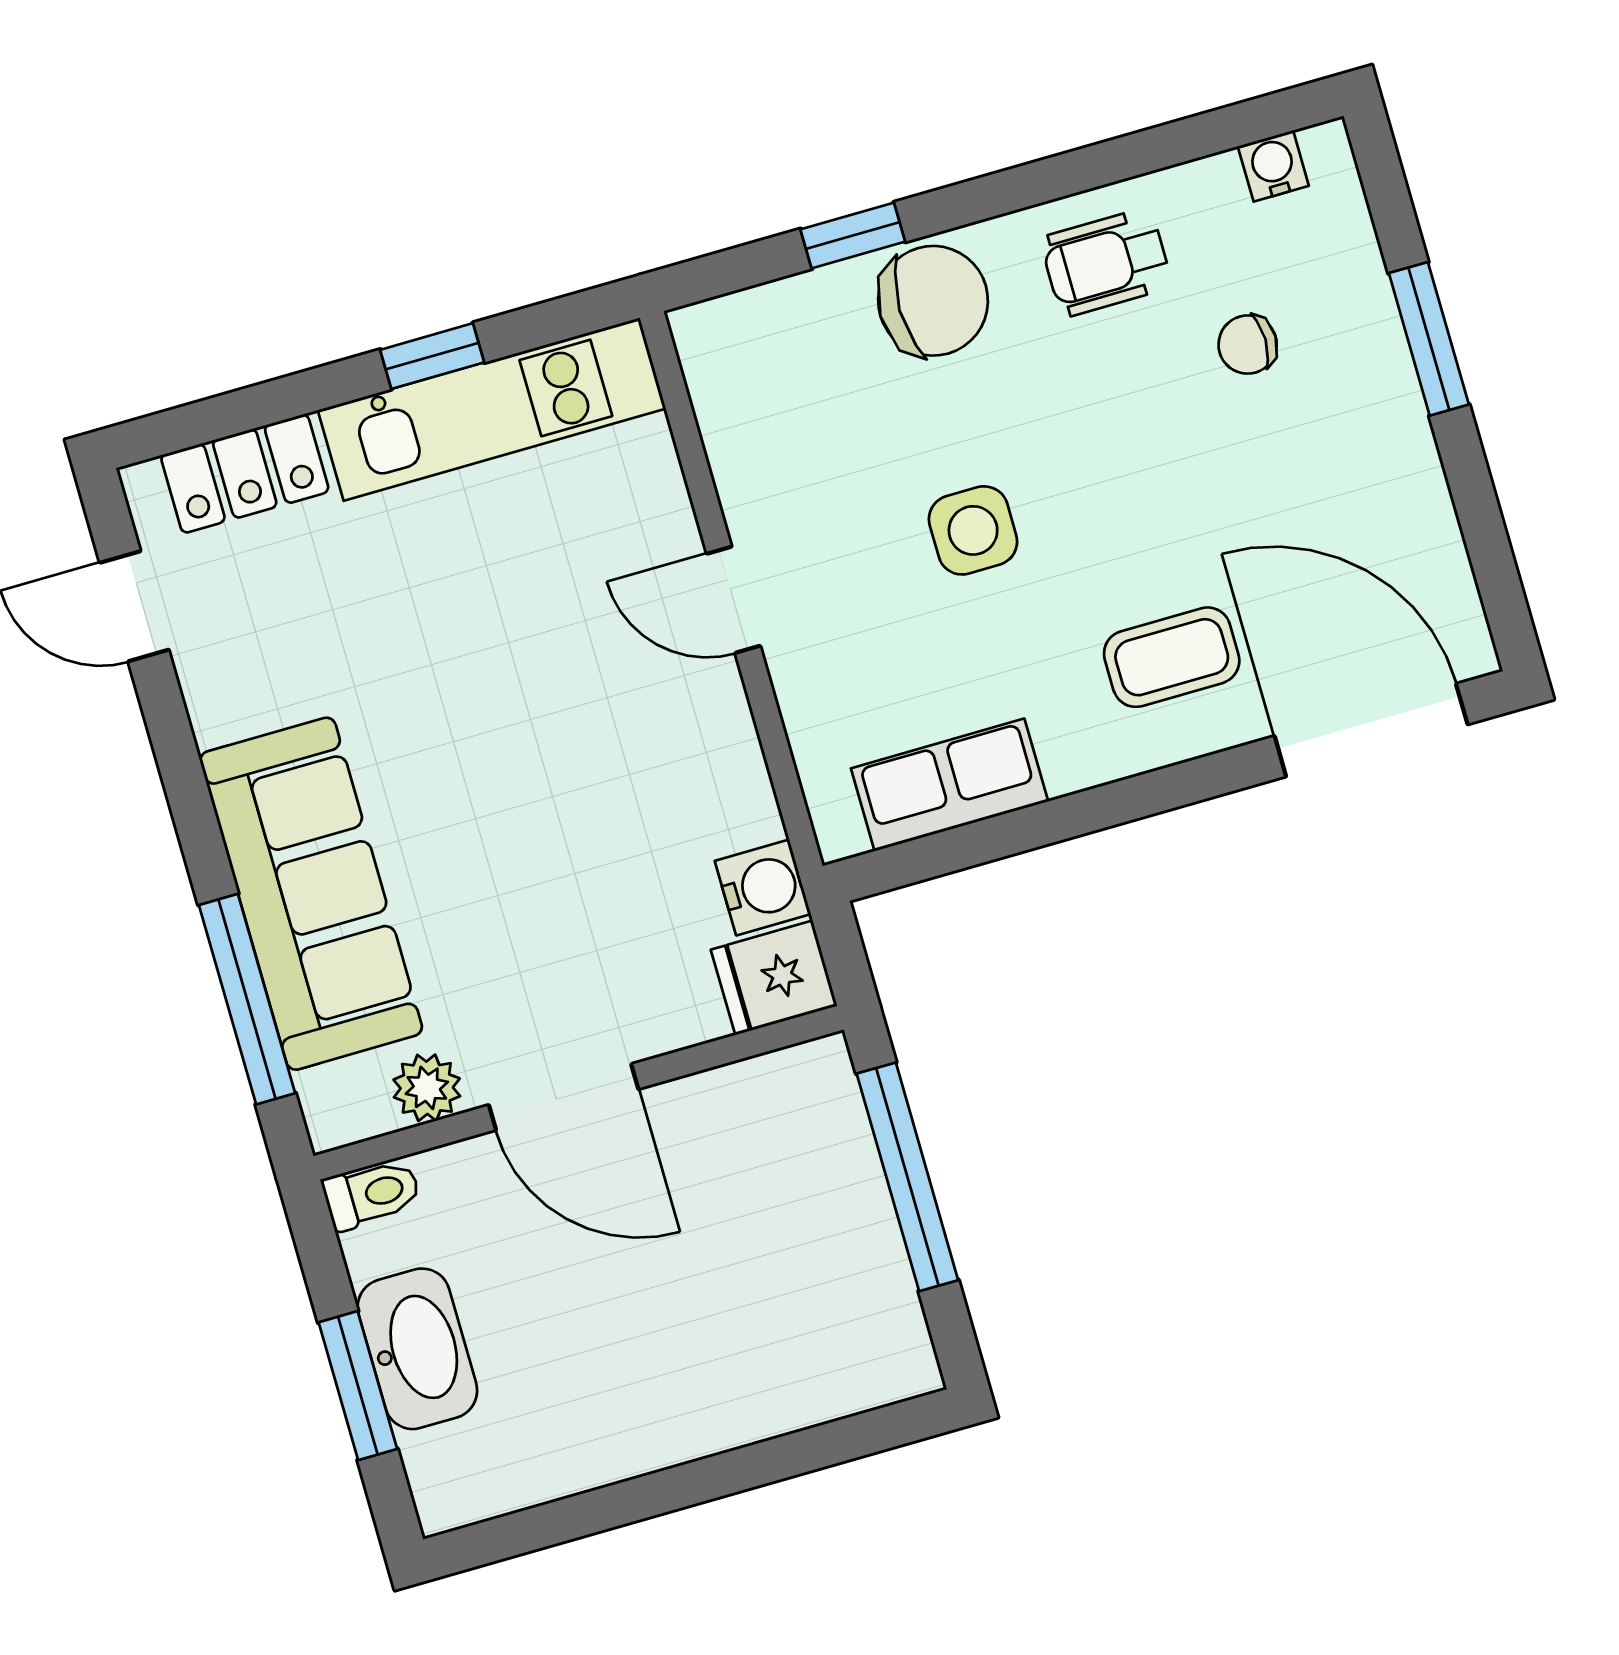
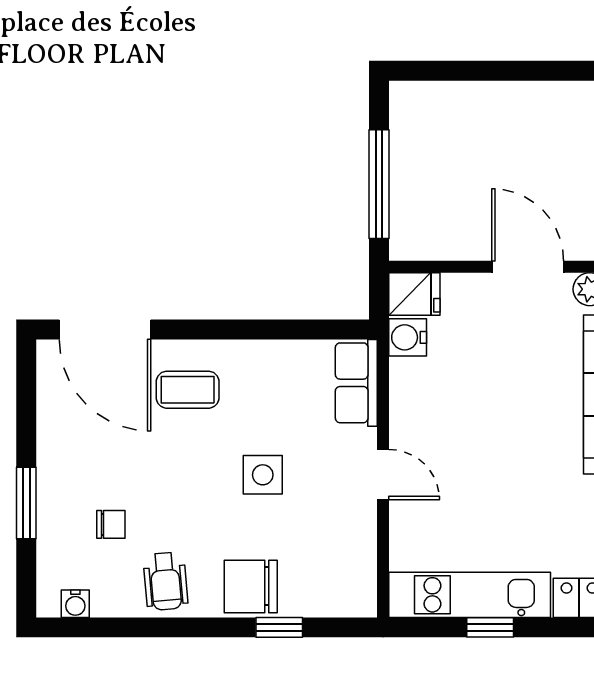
wheelchair: (1106, 262) -> (166, 581), turned 85
row of seats: (950, 785) -> (356, 383), moved, turned 90

